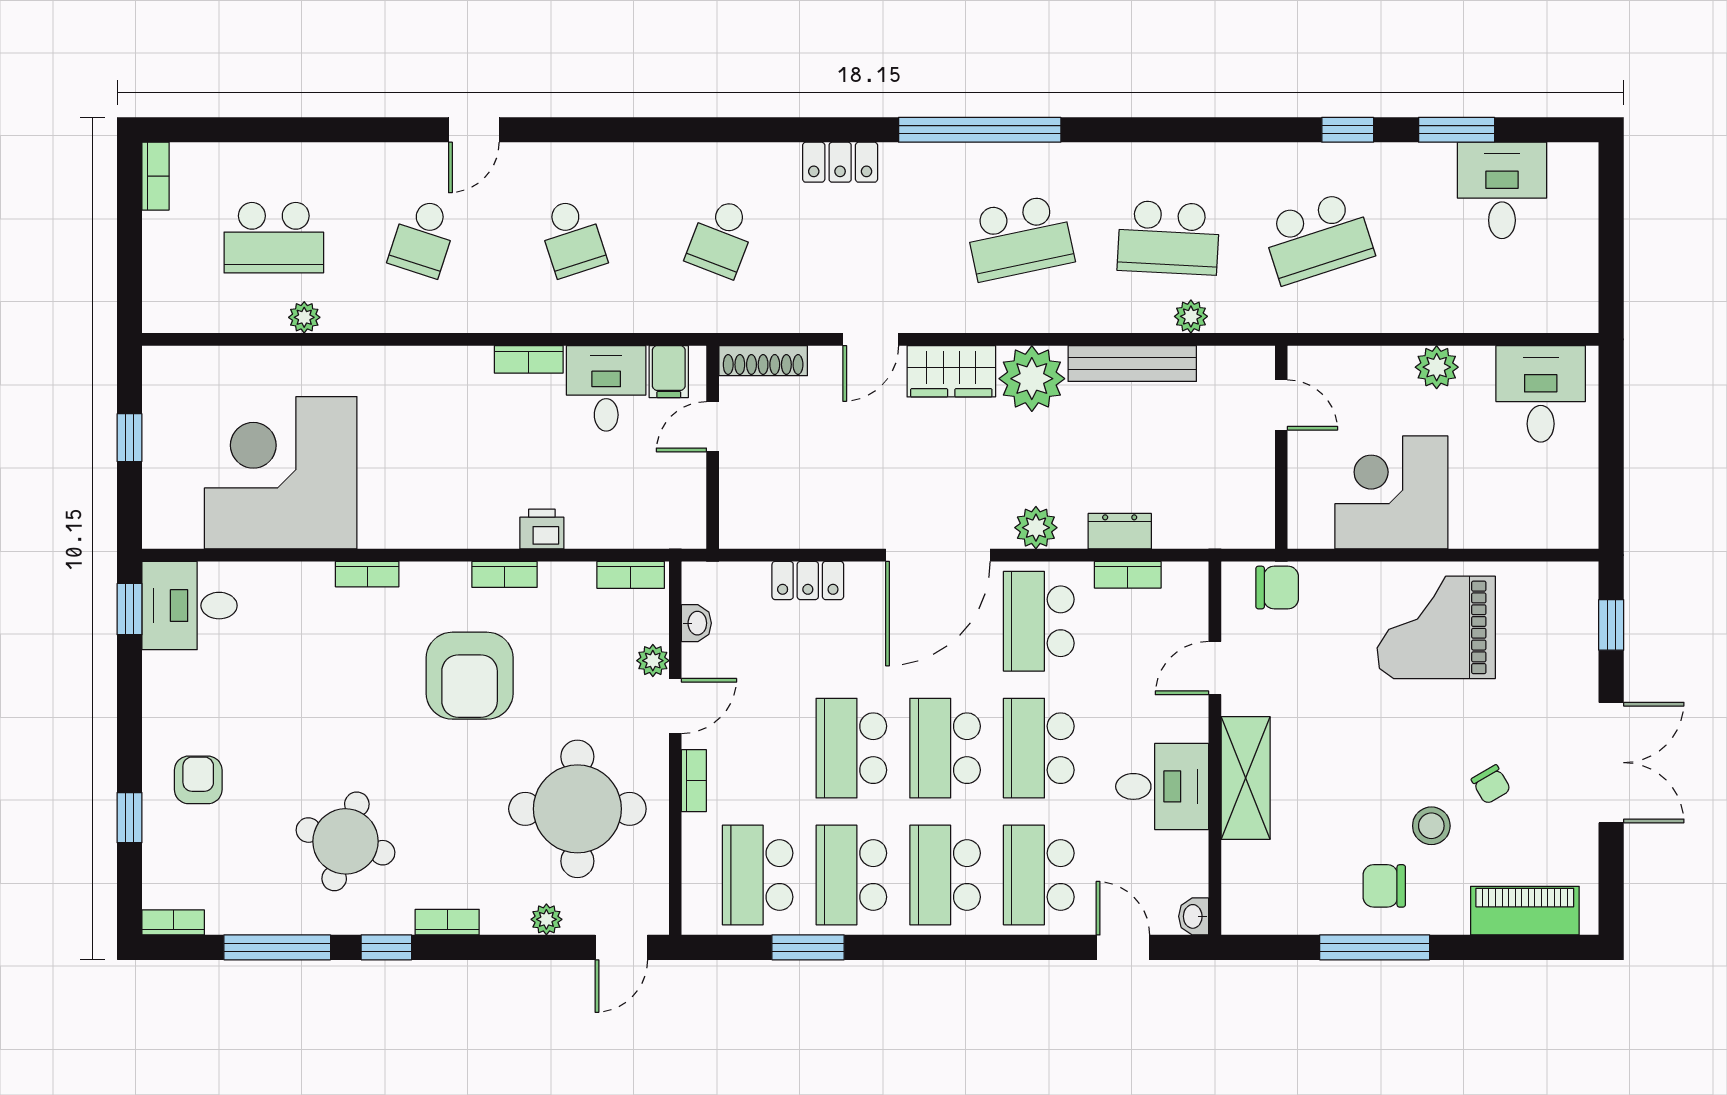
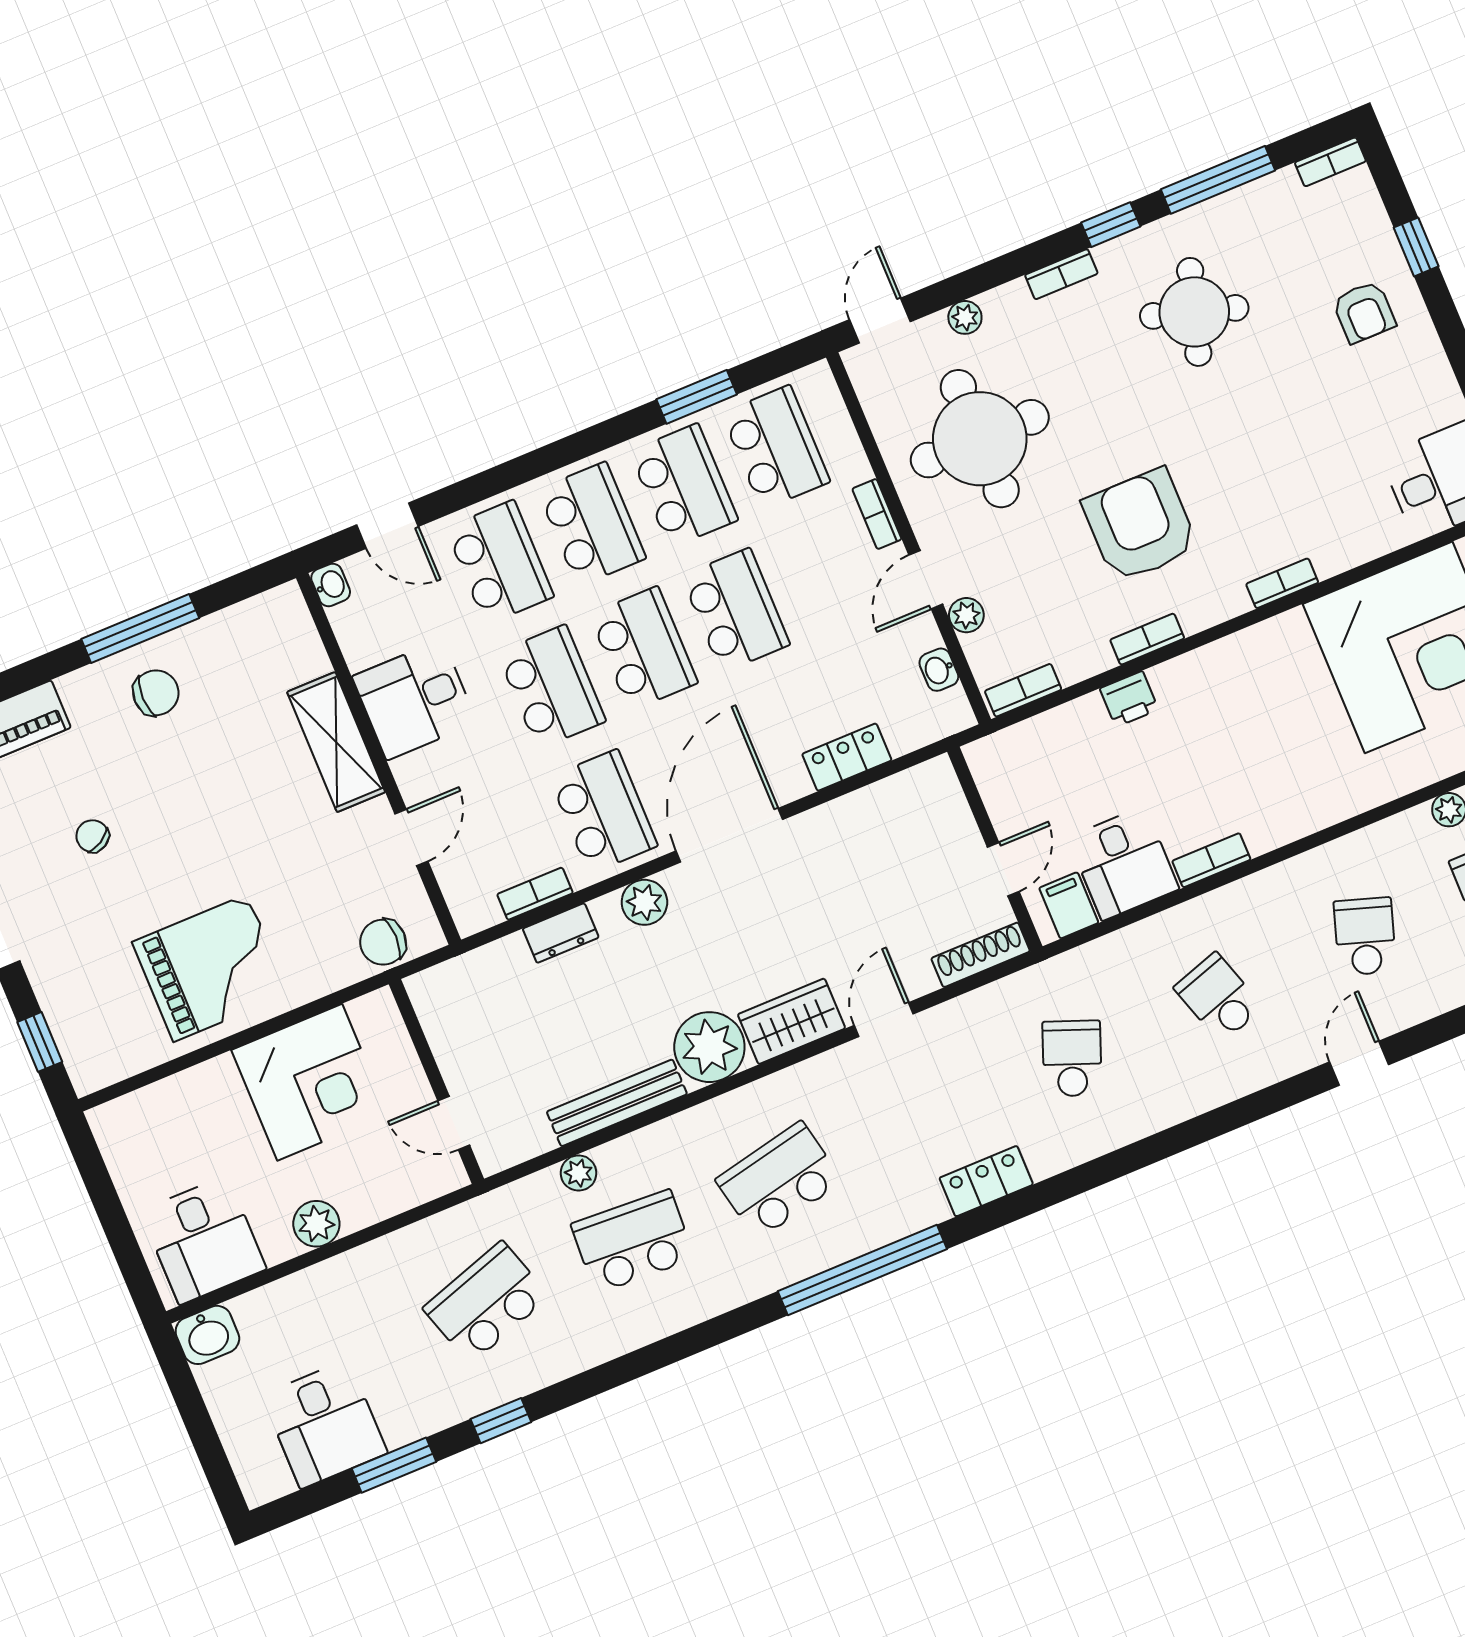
washbasin: (1571, 310) -> (207, 1335), added
stool: (1431, 826) -> (134, 771), removed

